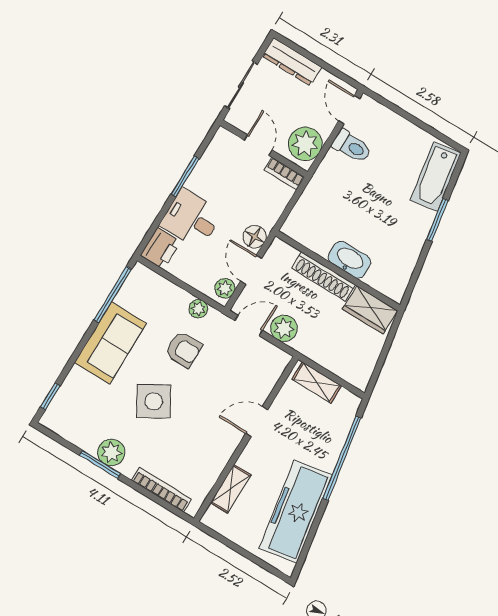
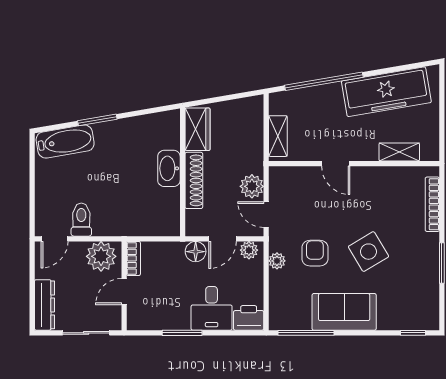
plant: (111, 452) -> (427, 260), removed

